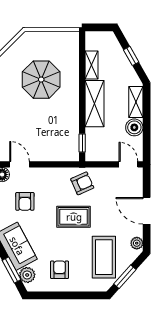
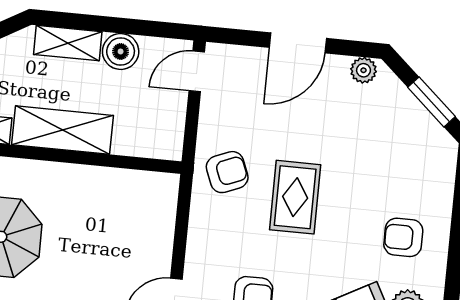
window: (82, 143) -> (142, 164), removed
armchair: (82, 183) -> (227, 172), turned 92
coffee table: (104, 257) -> (386, 142), removed

